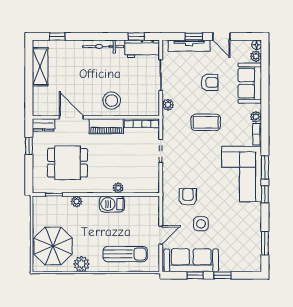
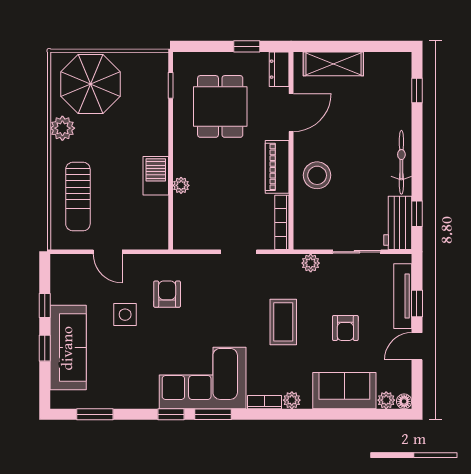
shelving: (40, 67) -> (333, 64), moved
armchair: (188, 197) -> (167, 294), turned -90
plant: (77, 201) -> (160, 121), removed
sofa: (191, 260) -> (68, 348), moved

